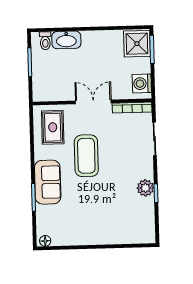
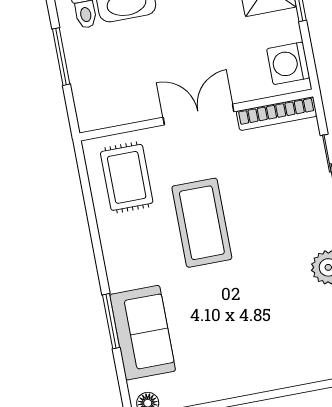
sofa: (48, 182) -> (143, 333), moved

